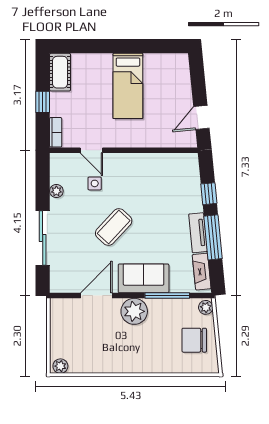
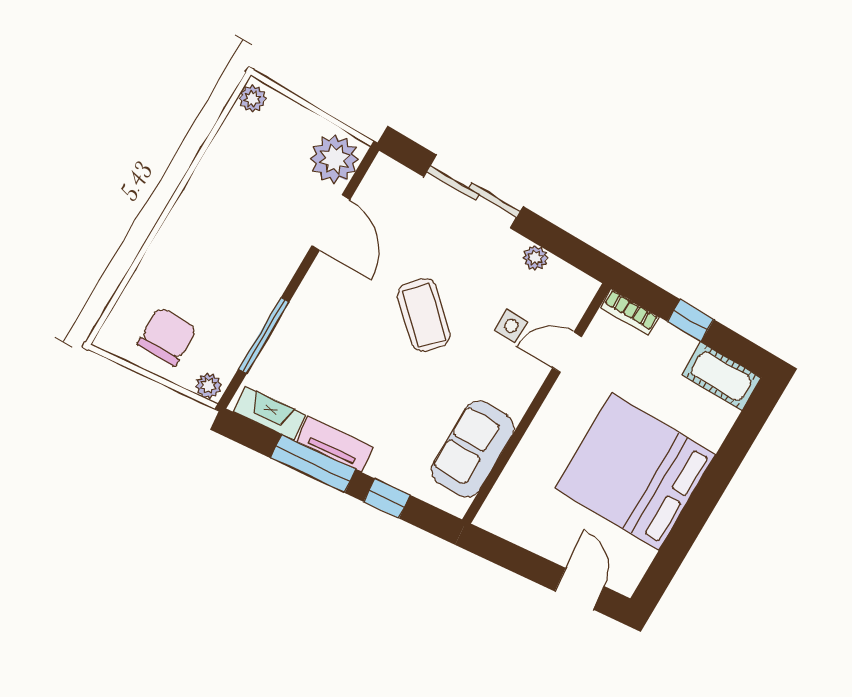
bed: (128, 86) -> (635, 471), width x2.04
door: (201, 117) -> (579, 589), moved
sofa: (144, 278) -> (473, 449), moved, turned 180
plant: (134, 311) -> (334, 159), moved

